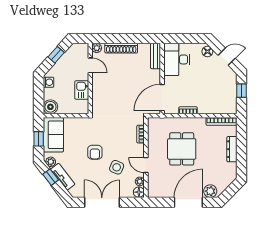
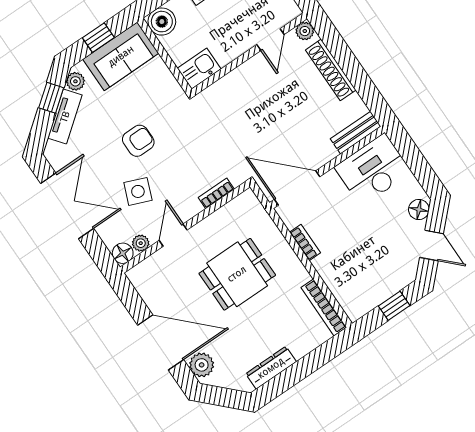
kitchen sink: (82, 90) -> (199, 69), moved
dresser: (232, 149) -> (271, 368), moved
armchair: (95, 152) -> (138, 141), turned 180

